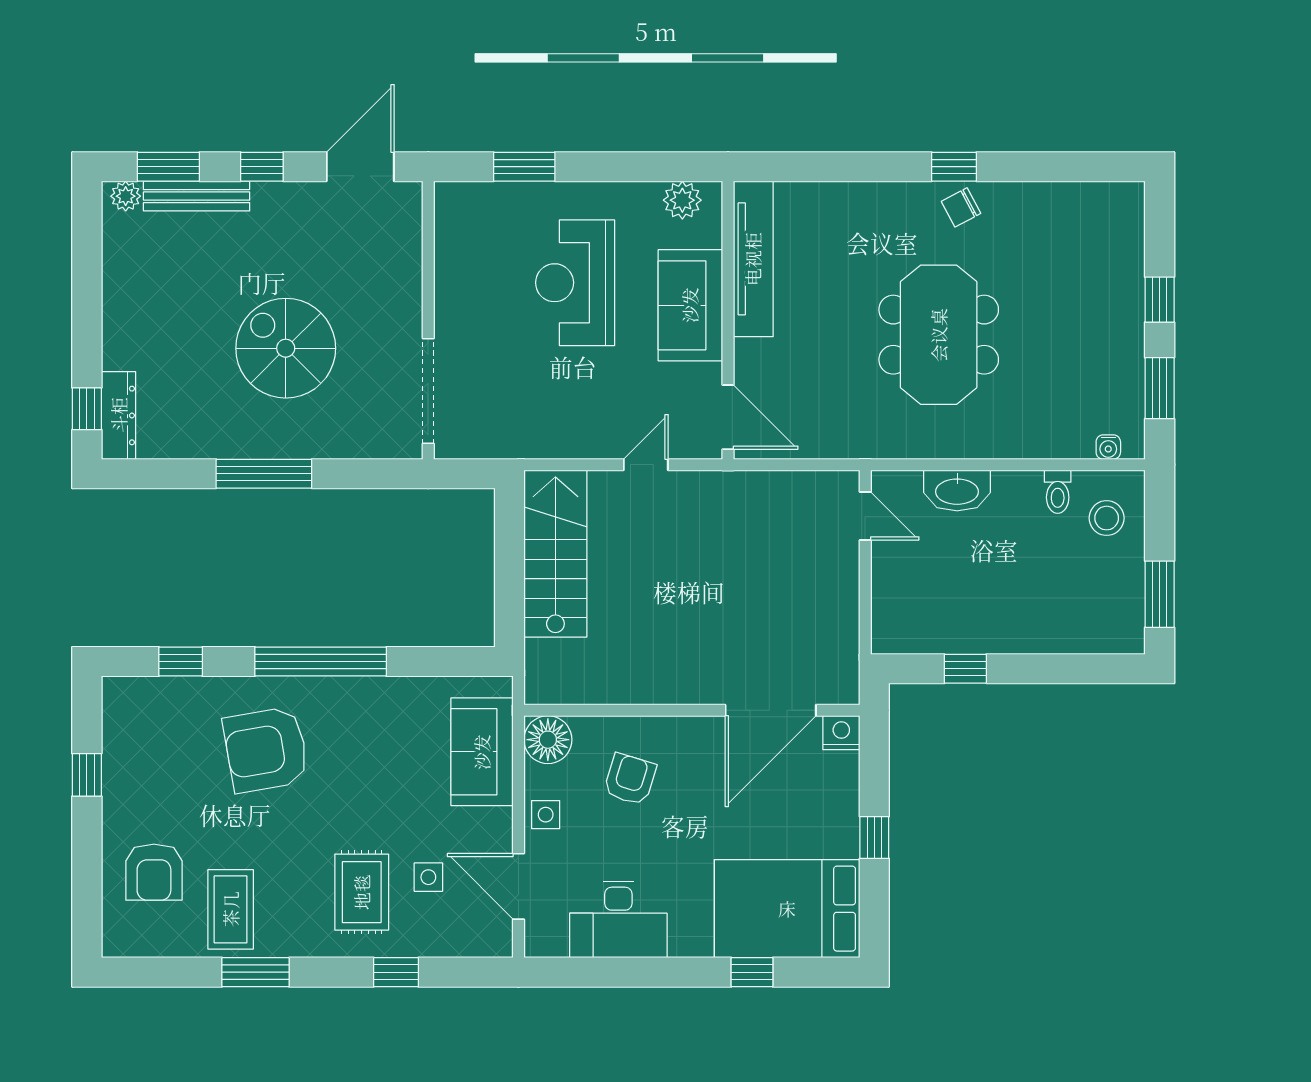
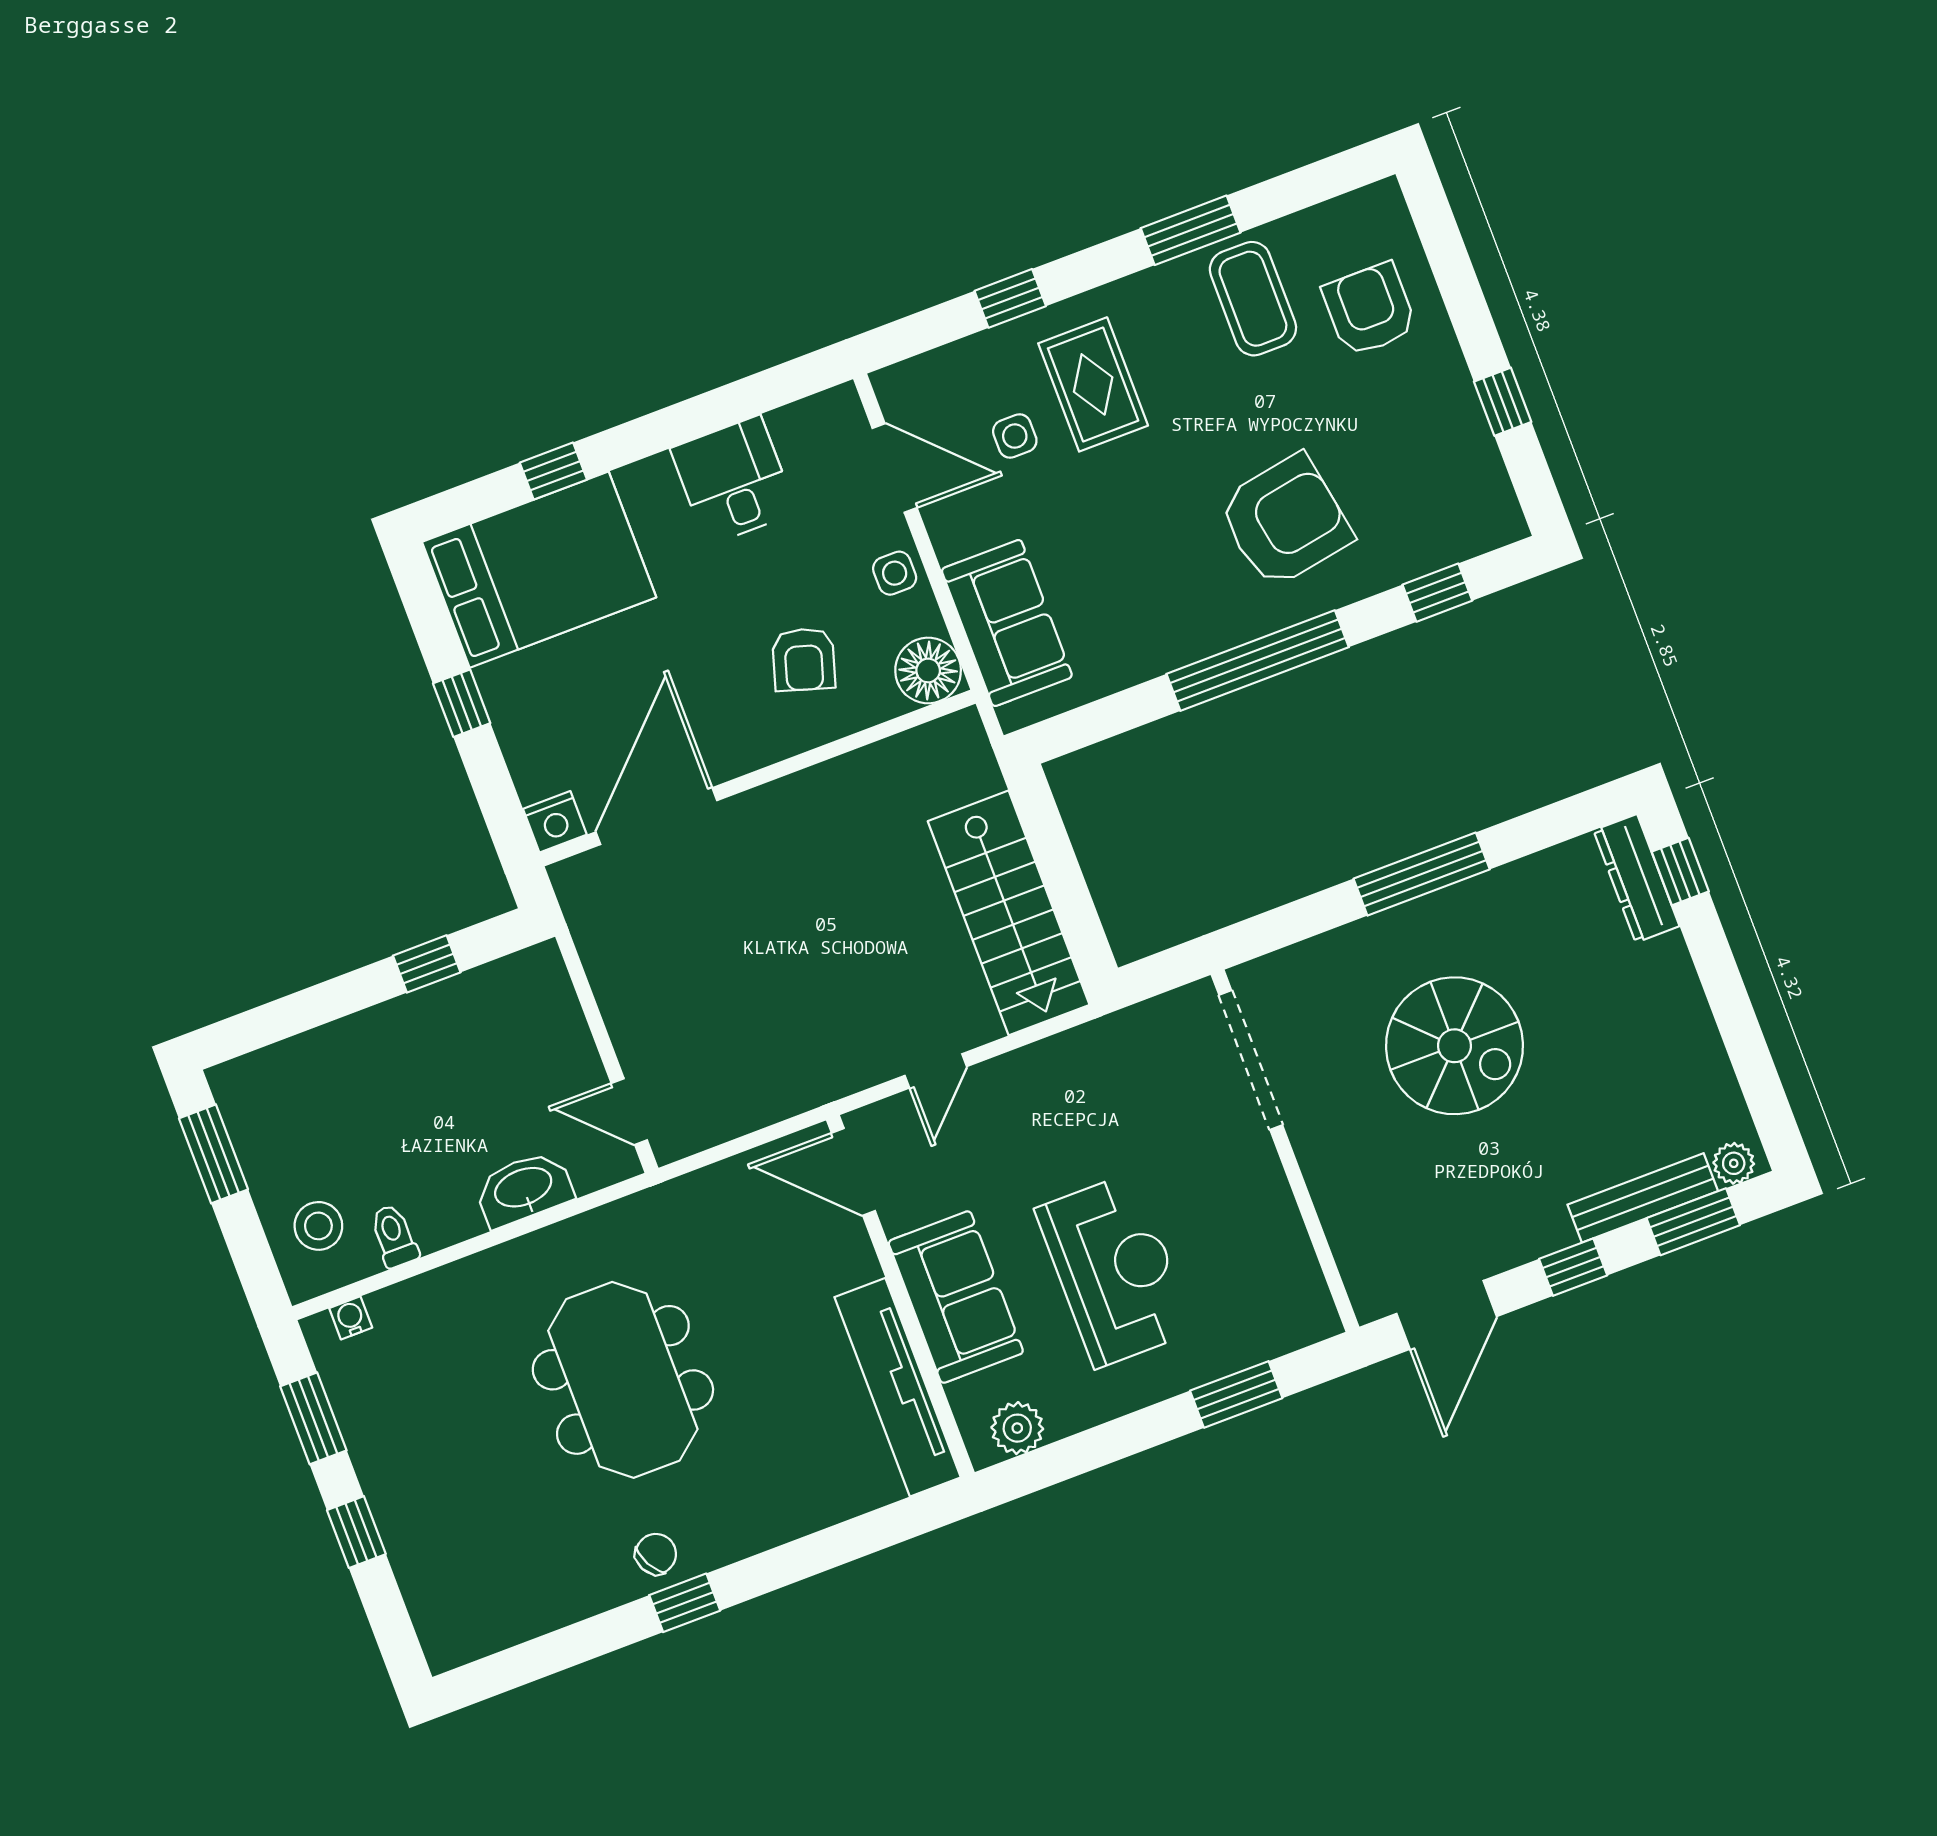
desk: (618, 919) -> (733, 480), width x0.73

